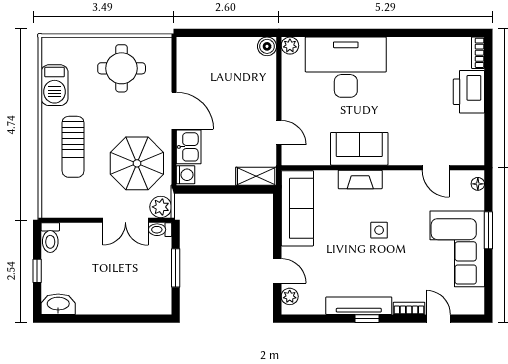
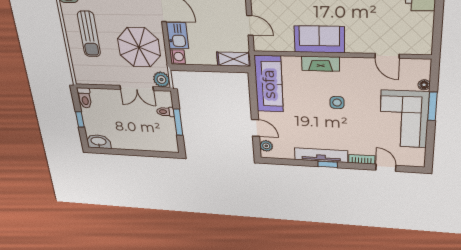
floor lamp: (478, 184) -> (424, 85), moved
toilet: (160, 230) -> (165, 112), moved

